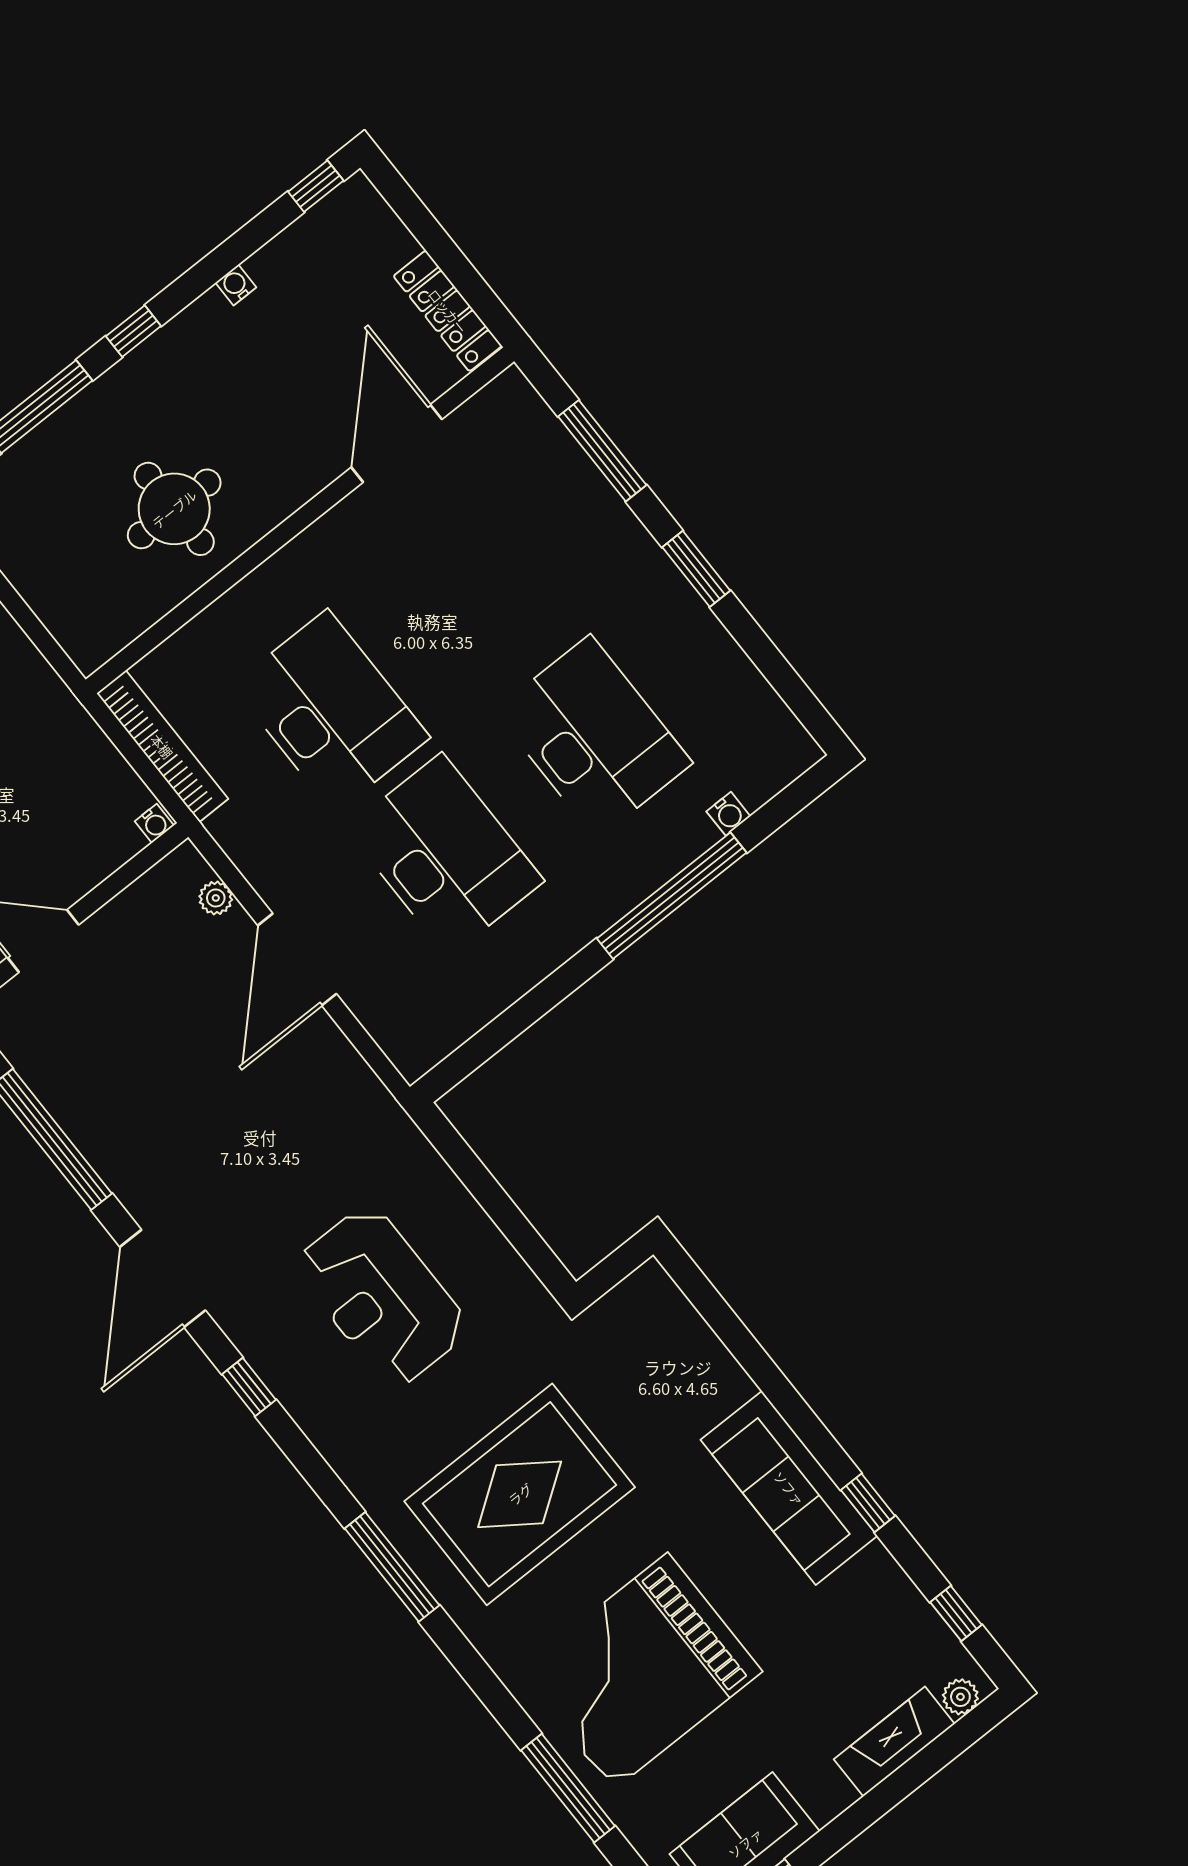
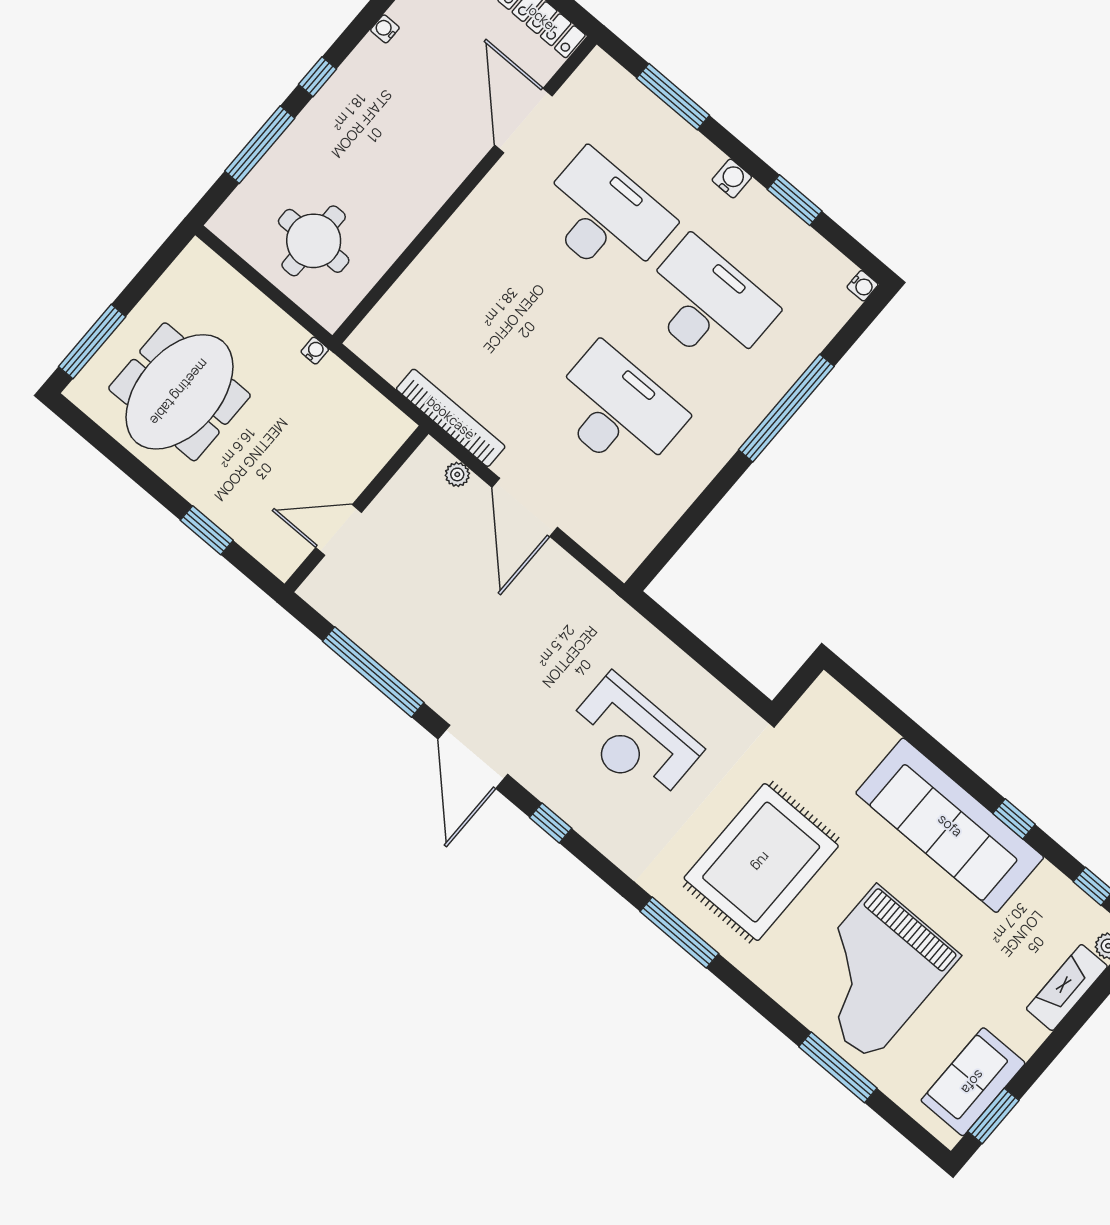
round table: (174, 509) -> (314, 241), moved
window: (696, 569) -> (795, 200), moved
water cooler: (659, 575) -> (732, 178), added
desk: (331, 711) -> (604, 217), moved
bookcase: (162, 746) -> (451, 418), moved
water cooler: (728, 814) -> (863, 286), moved
water cooler: (154, 823) -> (315, 351), moved, turned -90
sofa: (789, 1488) -> (950, 825), width x1.36, depth x1.27

